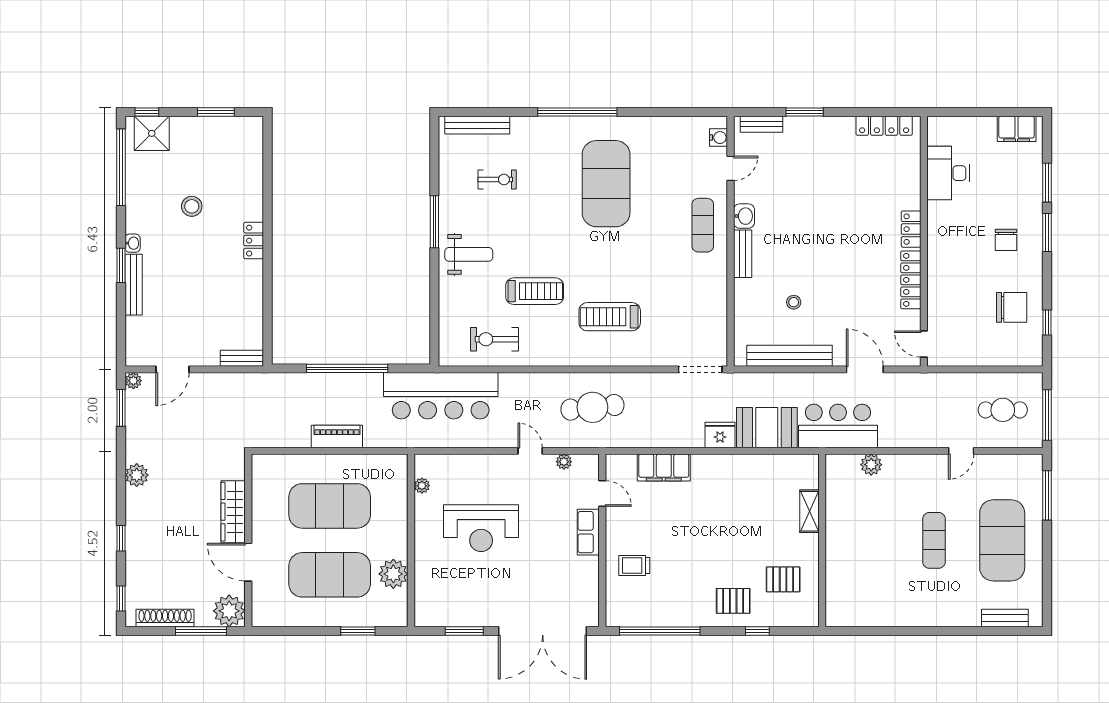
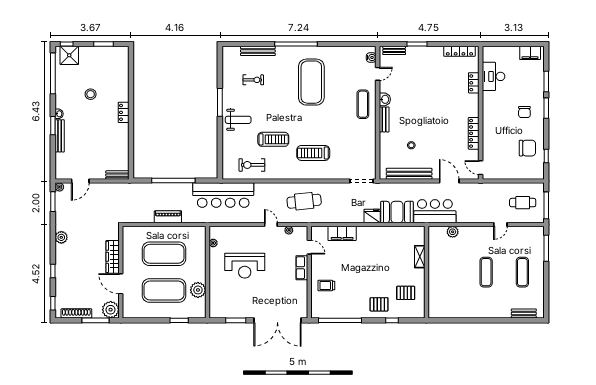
bench: (477, 125) -> (258, 51), moved
locker: (911, 229) -> (474, 83), moved
exercise mat: (1002, 540) -> (522, 272), width x0.50, depth x0.69

